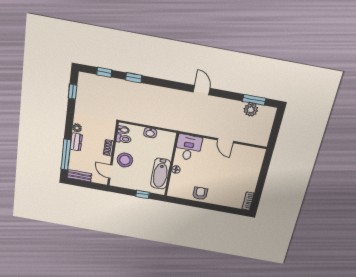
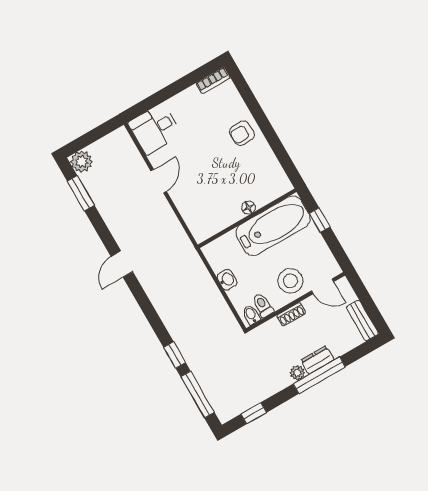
window: (104, 72) -> (198, 395), width x2.17
plant: (251, 110) -> (82, 162), moved
desk: (188, 148) -> (155, 129), moved
window: (66, 155) -> (319, 375), moved
door: (110, 172) -> (322, 286), hinge flipped
bathtub: (161, 174) -> (273, 226), width x1.36, depth x1.36
armchair: (200, 193) -> (242, 133), moved

